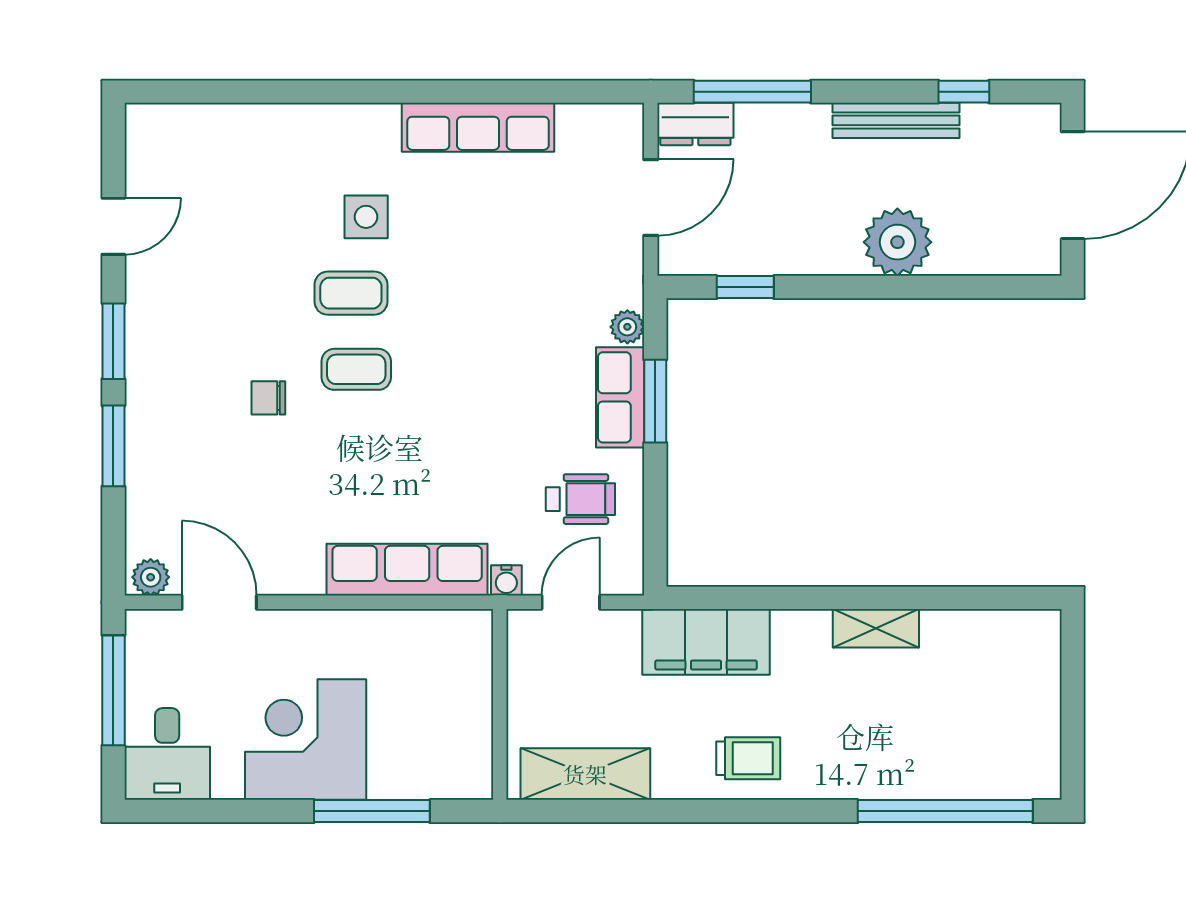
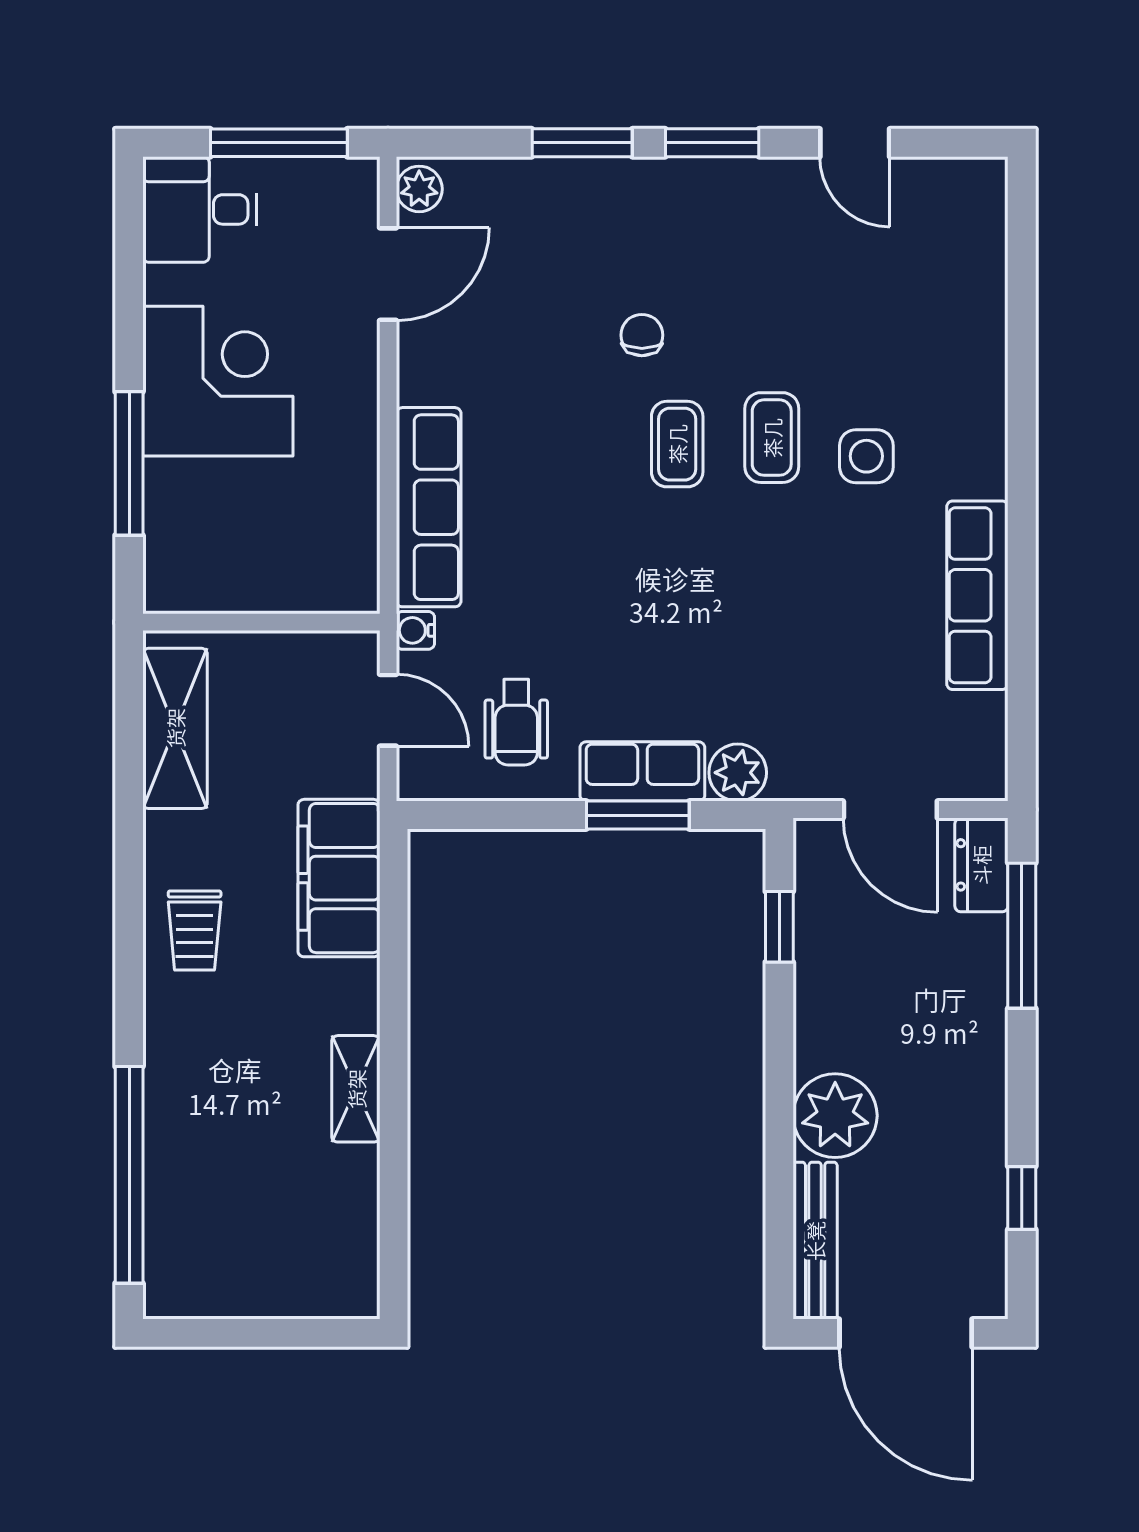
bench: (896, 120) -> (815, 1241), moved
plant: (627, 327) -> (738, 773), width x1.38, depth x1.38

